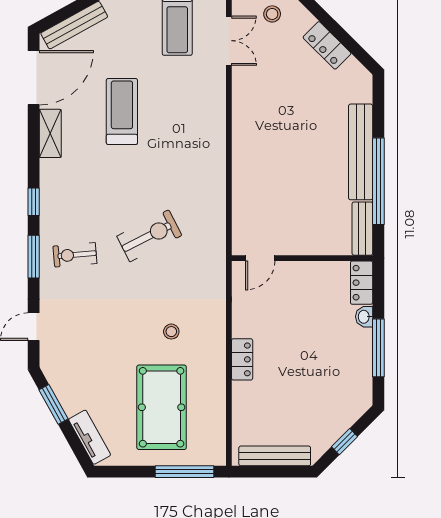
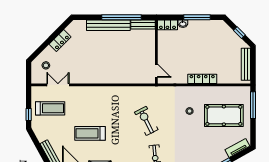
locker: (242, 359) -> (202, 79), width x1.53

